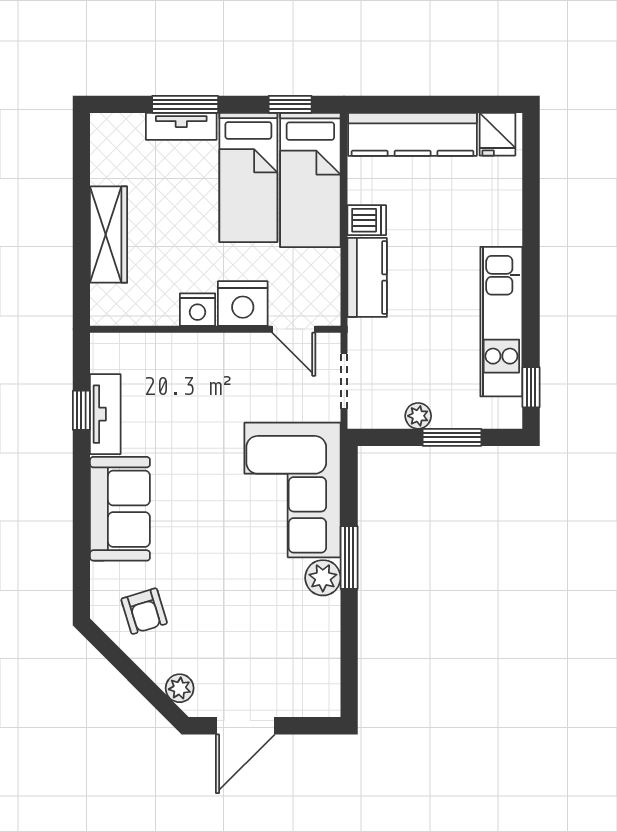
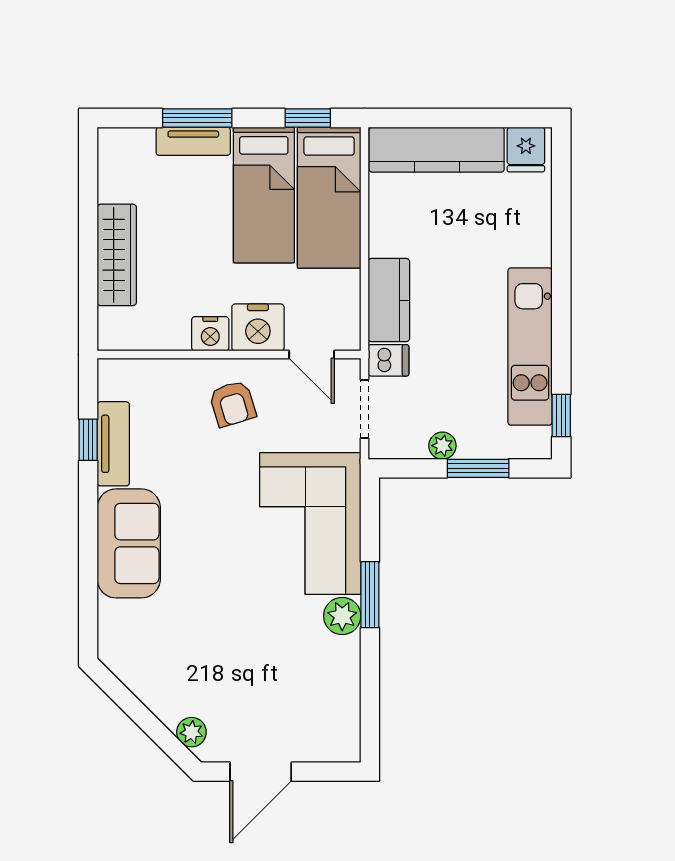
dishwasher: (367, 220) -> (388, 360), moved
armchair: (144, 611) -> (233, 404), moved

